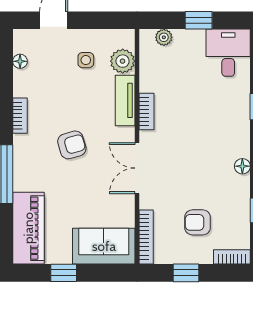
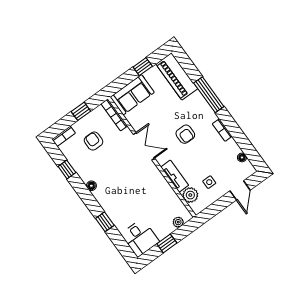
bookcase: (147, 111) -> (160, 178), removed
armchair: (72, 145) -> (185, 134), turned -74
armchair: (198, 222) -> (94, 141), turned -90

